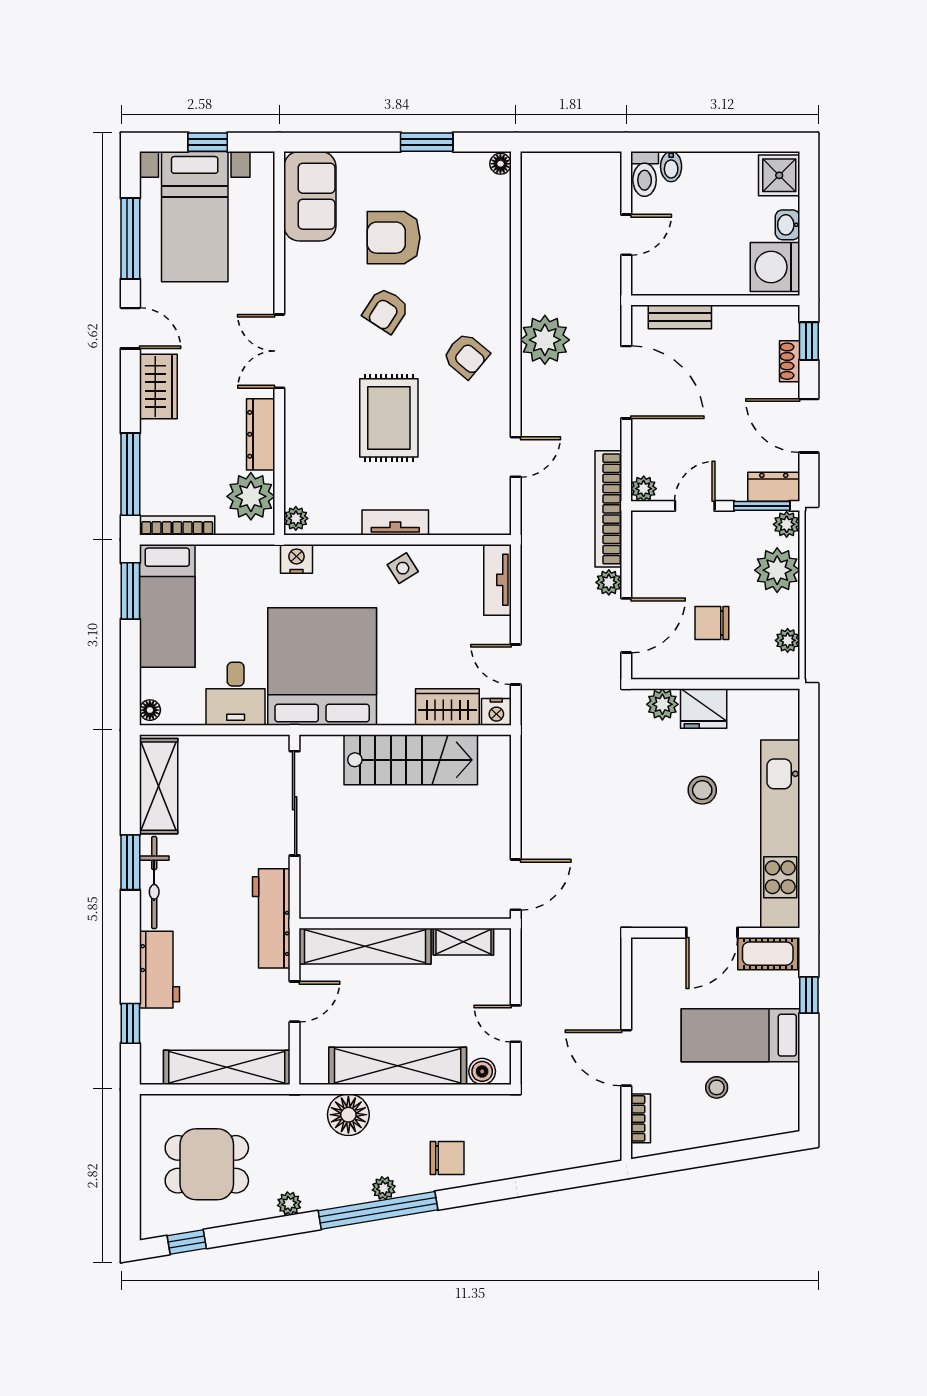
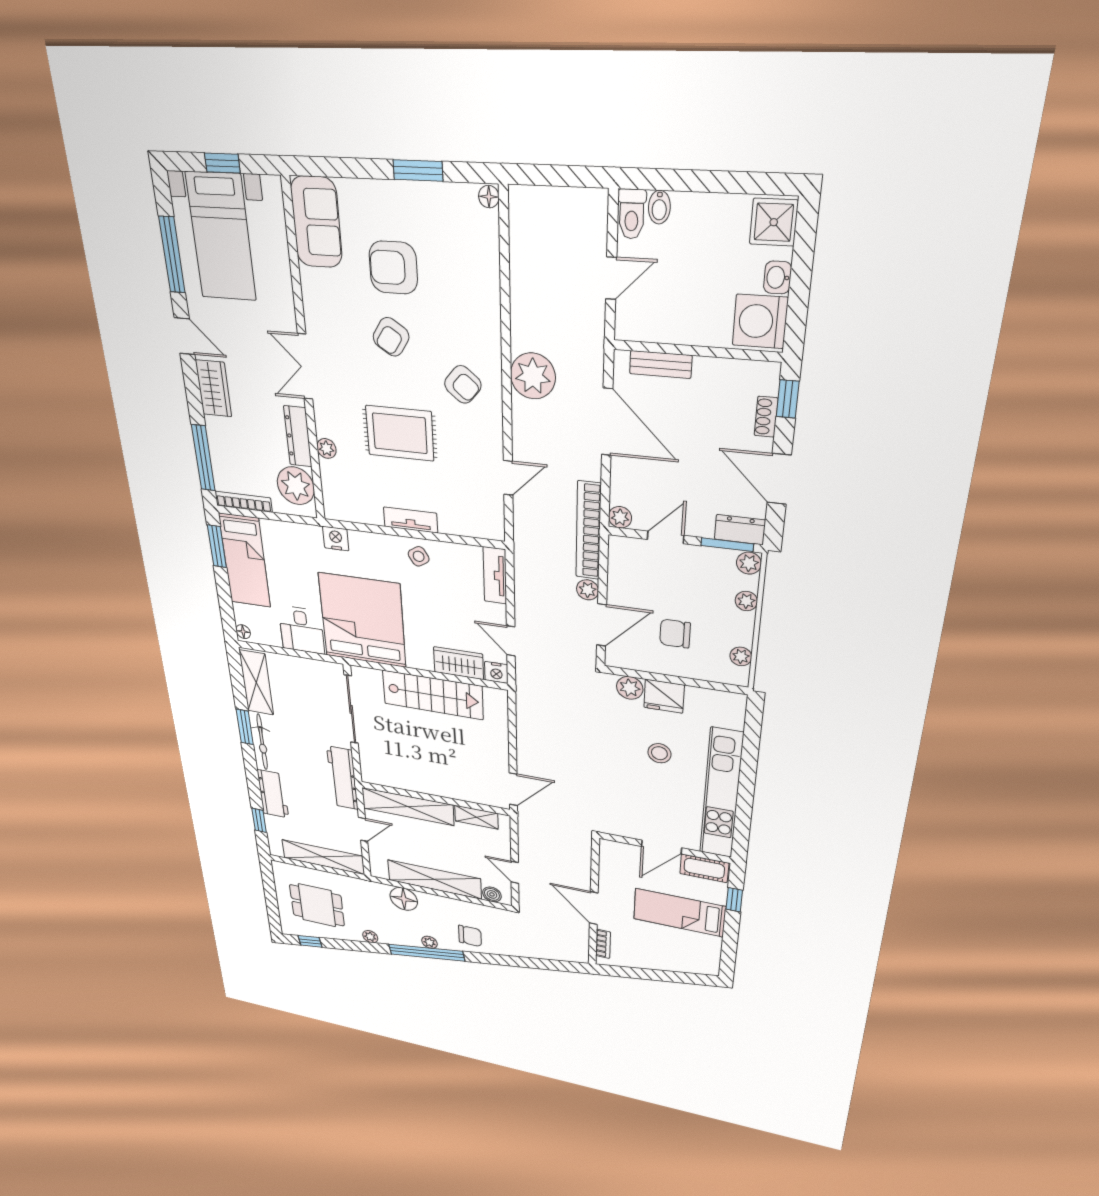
rug: (389, 418) -> (400, 433), turned 90
plant: (296, 518) -> (326, 448), moved
plant: (777, 570) -> (746, 601), width x0.53, depth x0.53
stool: (717, 1087) -> (659, 939), removed

